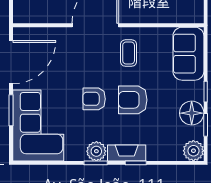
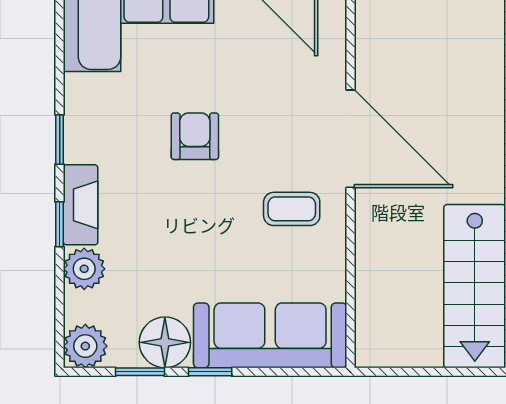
sofa: (188, 54) -> (270, 335), width x1.36
armchair: (133, 100) -> (193, 218), removed
plant: (96, 151) -> (84, 269), moved

